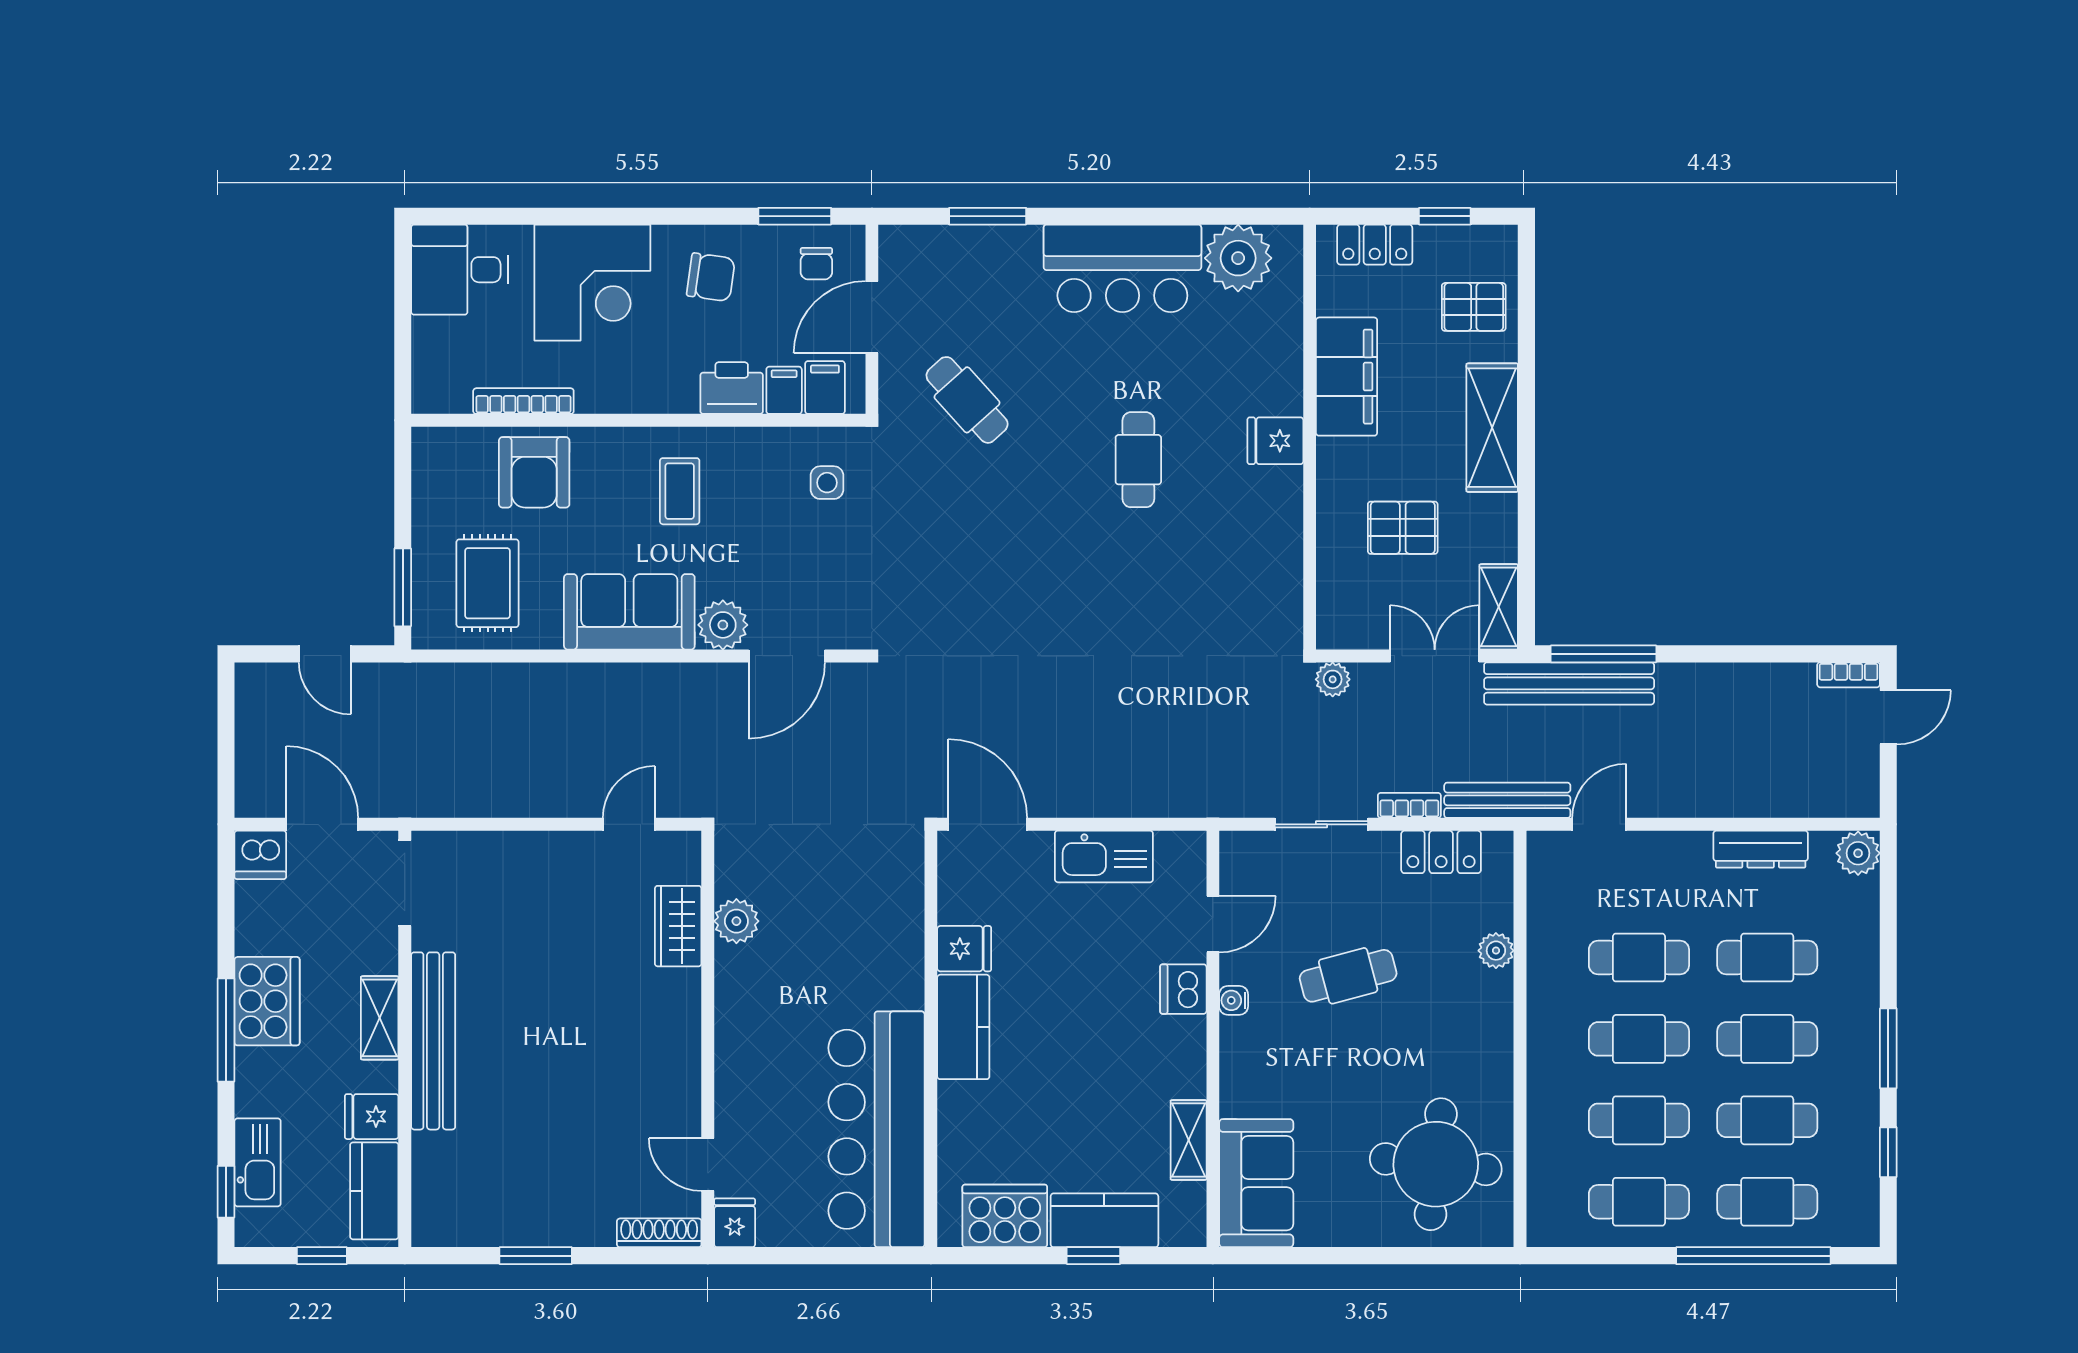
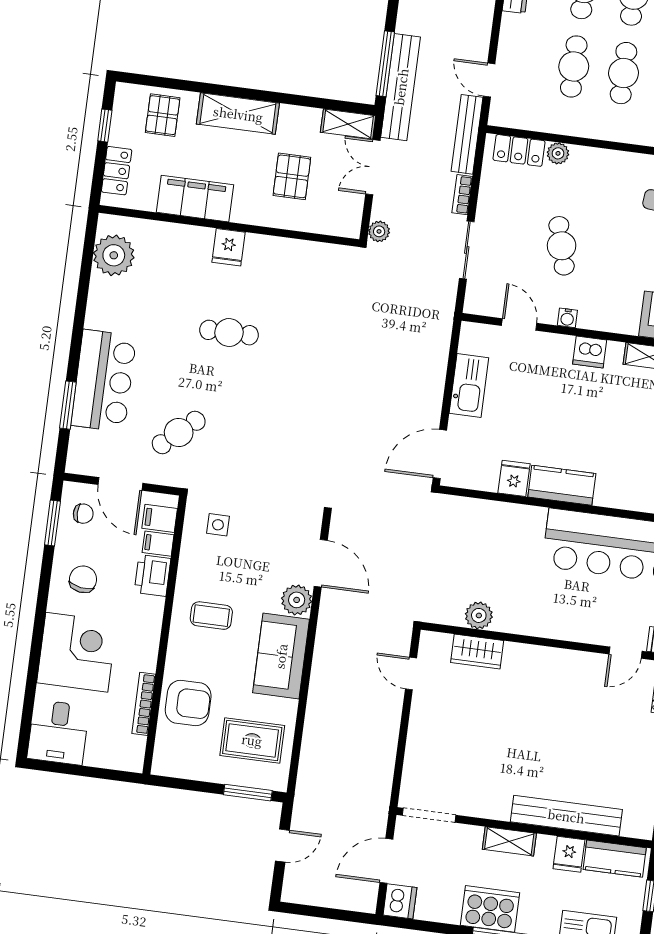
bar counter: (1122, 268) -> (104, 381), moved
locker: (1441, 852) -> (519, 150), moved, turned 90
dishwasher: (1183, 989) -> (590, 352), moved
bench: (433, 1041) -> (566, 816), moved

